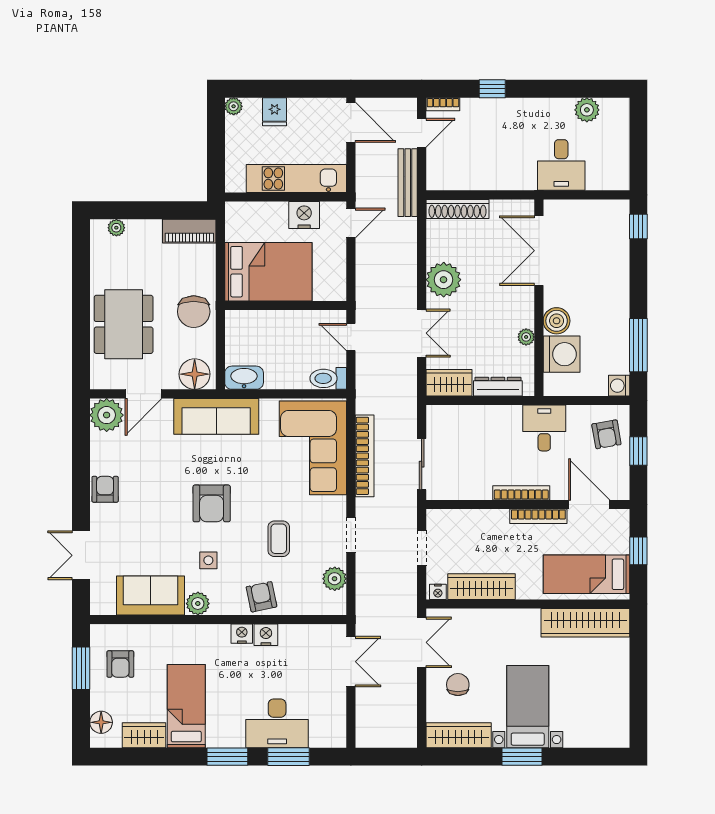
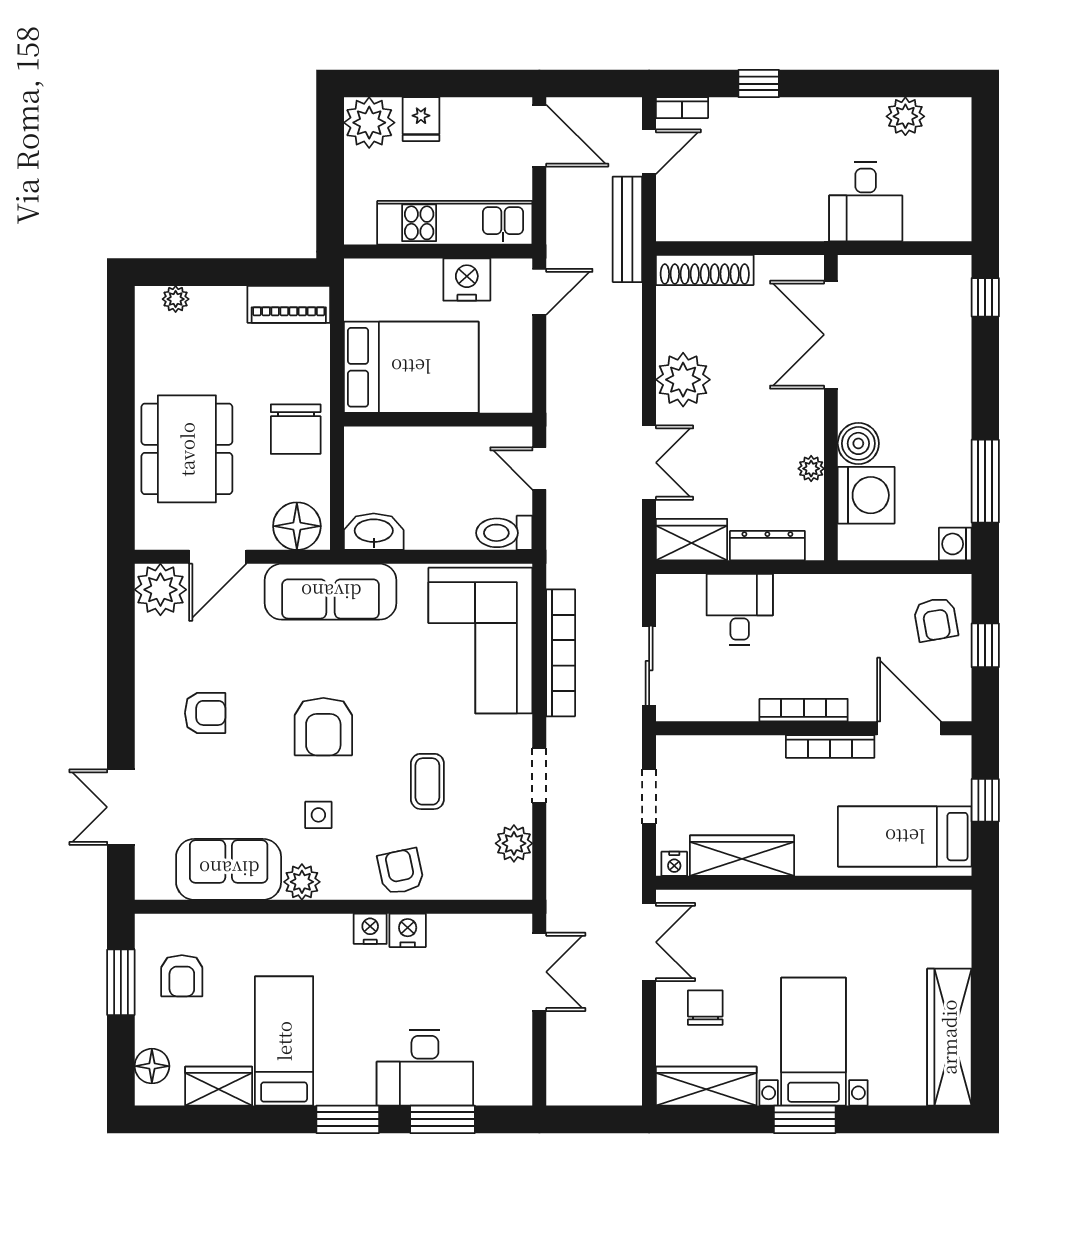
plant: (234, 106) -> (369, 123), width x1.88, depth x1.88
desk: (544, 428) -> (740, 610), moved
armchair: (105, 489) -> (205, 713), moved, turned 90
wardrobe: (585, 623) -> (949, 1037), moved, turned 90

